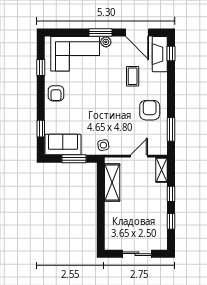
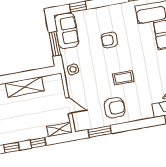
coffee table: (133, 76) -> (123, 78), moved
armchair: (56, 93) -> (109, 40), moved
shelving: (112, 183) -> (25, 87), moved

